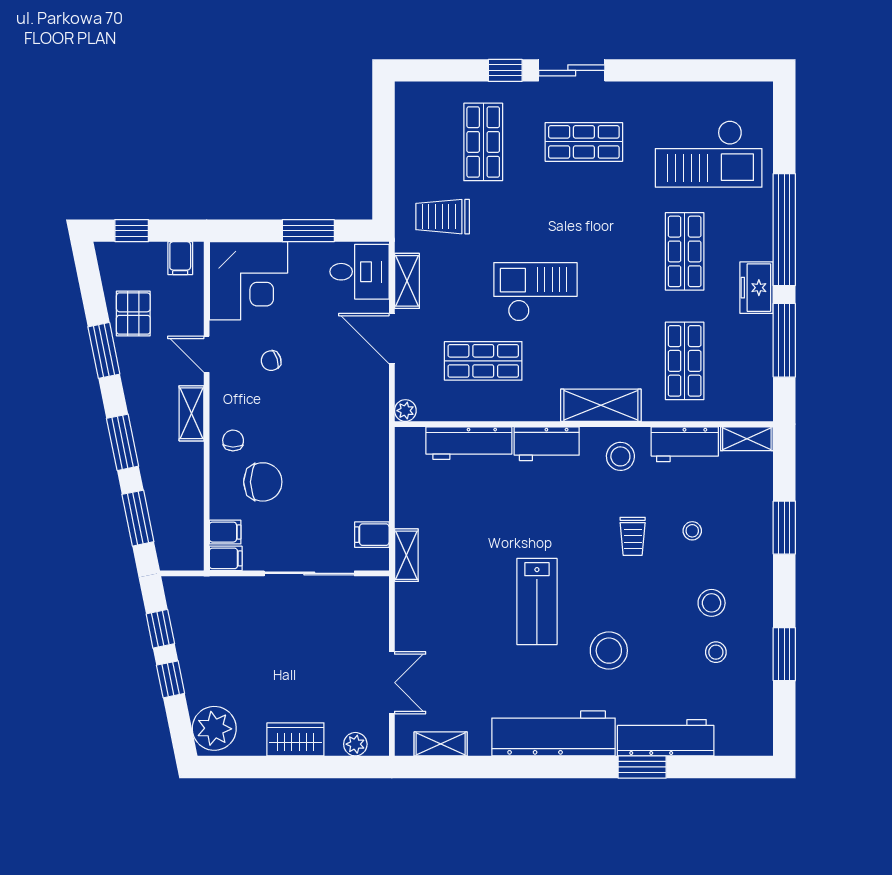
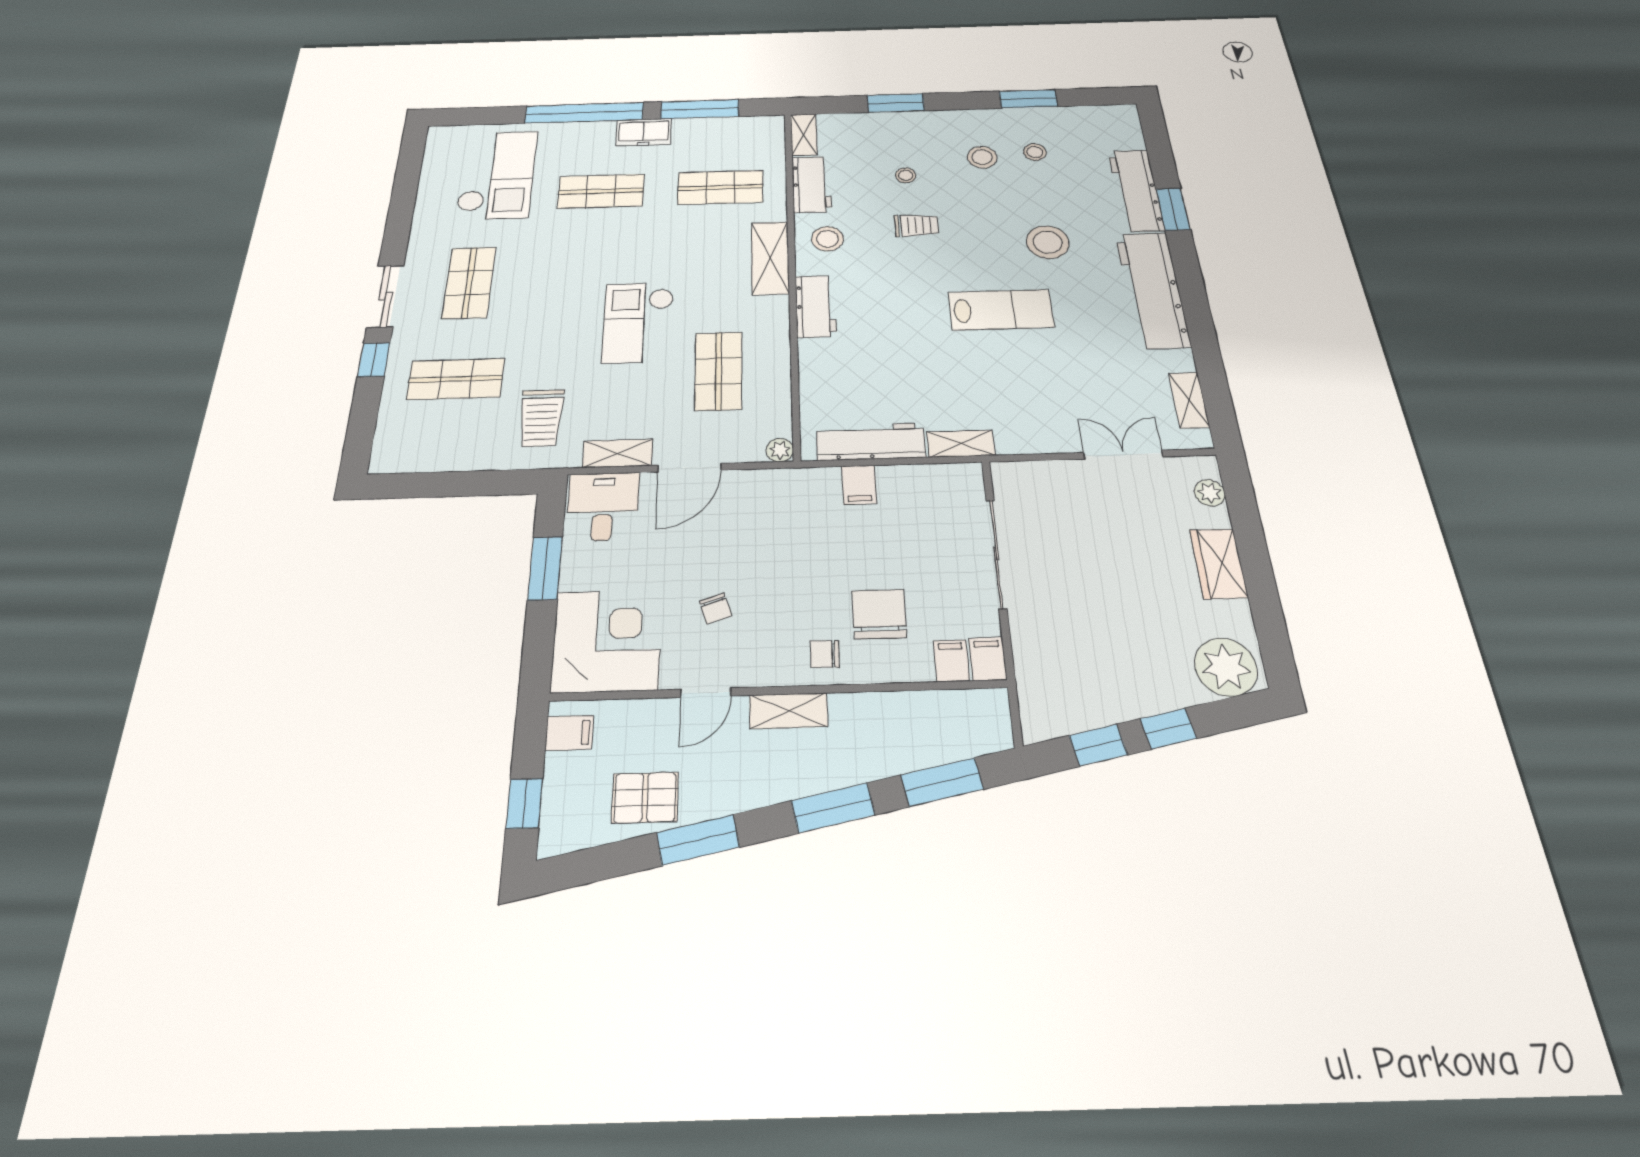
workbench: (469, 443) -> (871, 442), moved, turned -90
filing cabinet: (372, 535) -> (859, 485), moved

